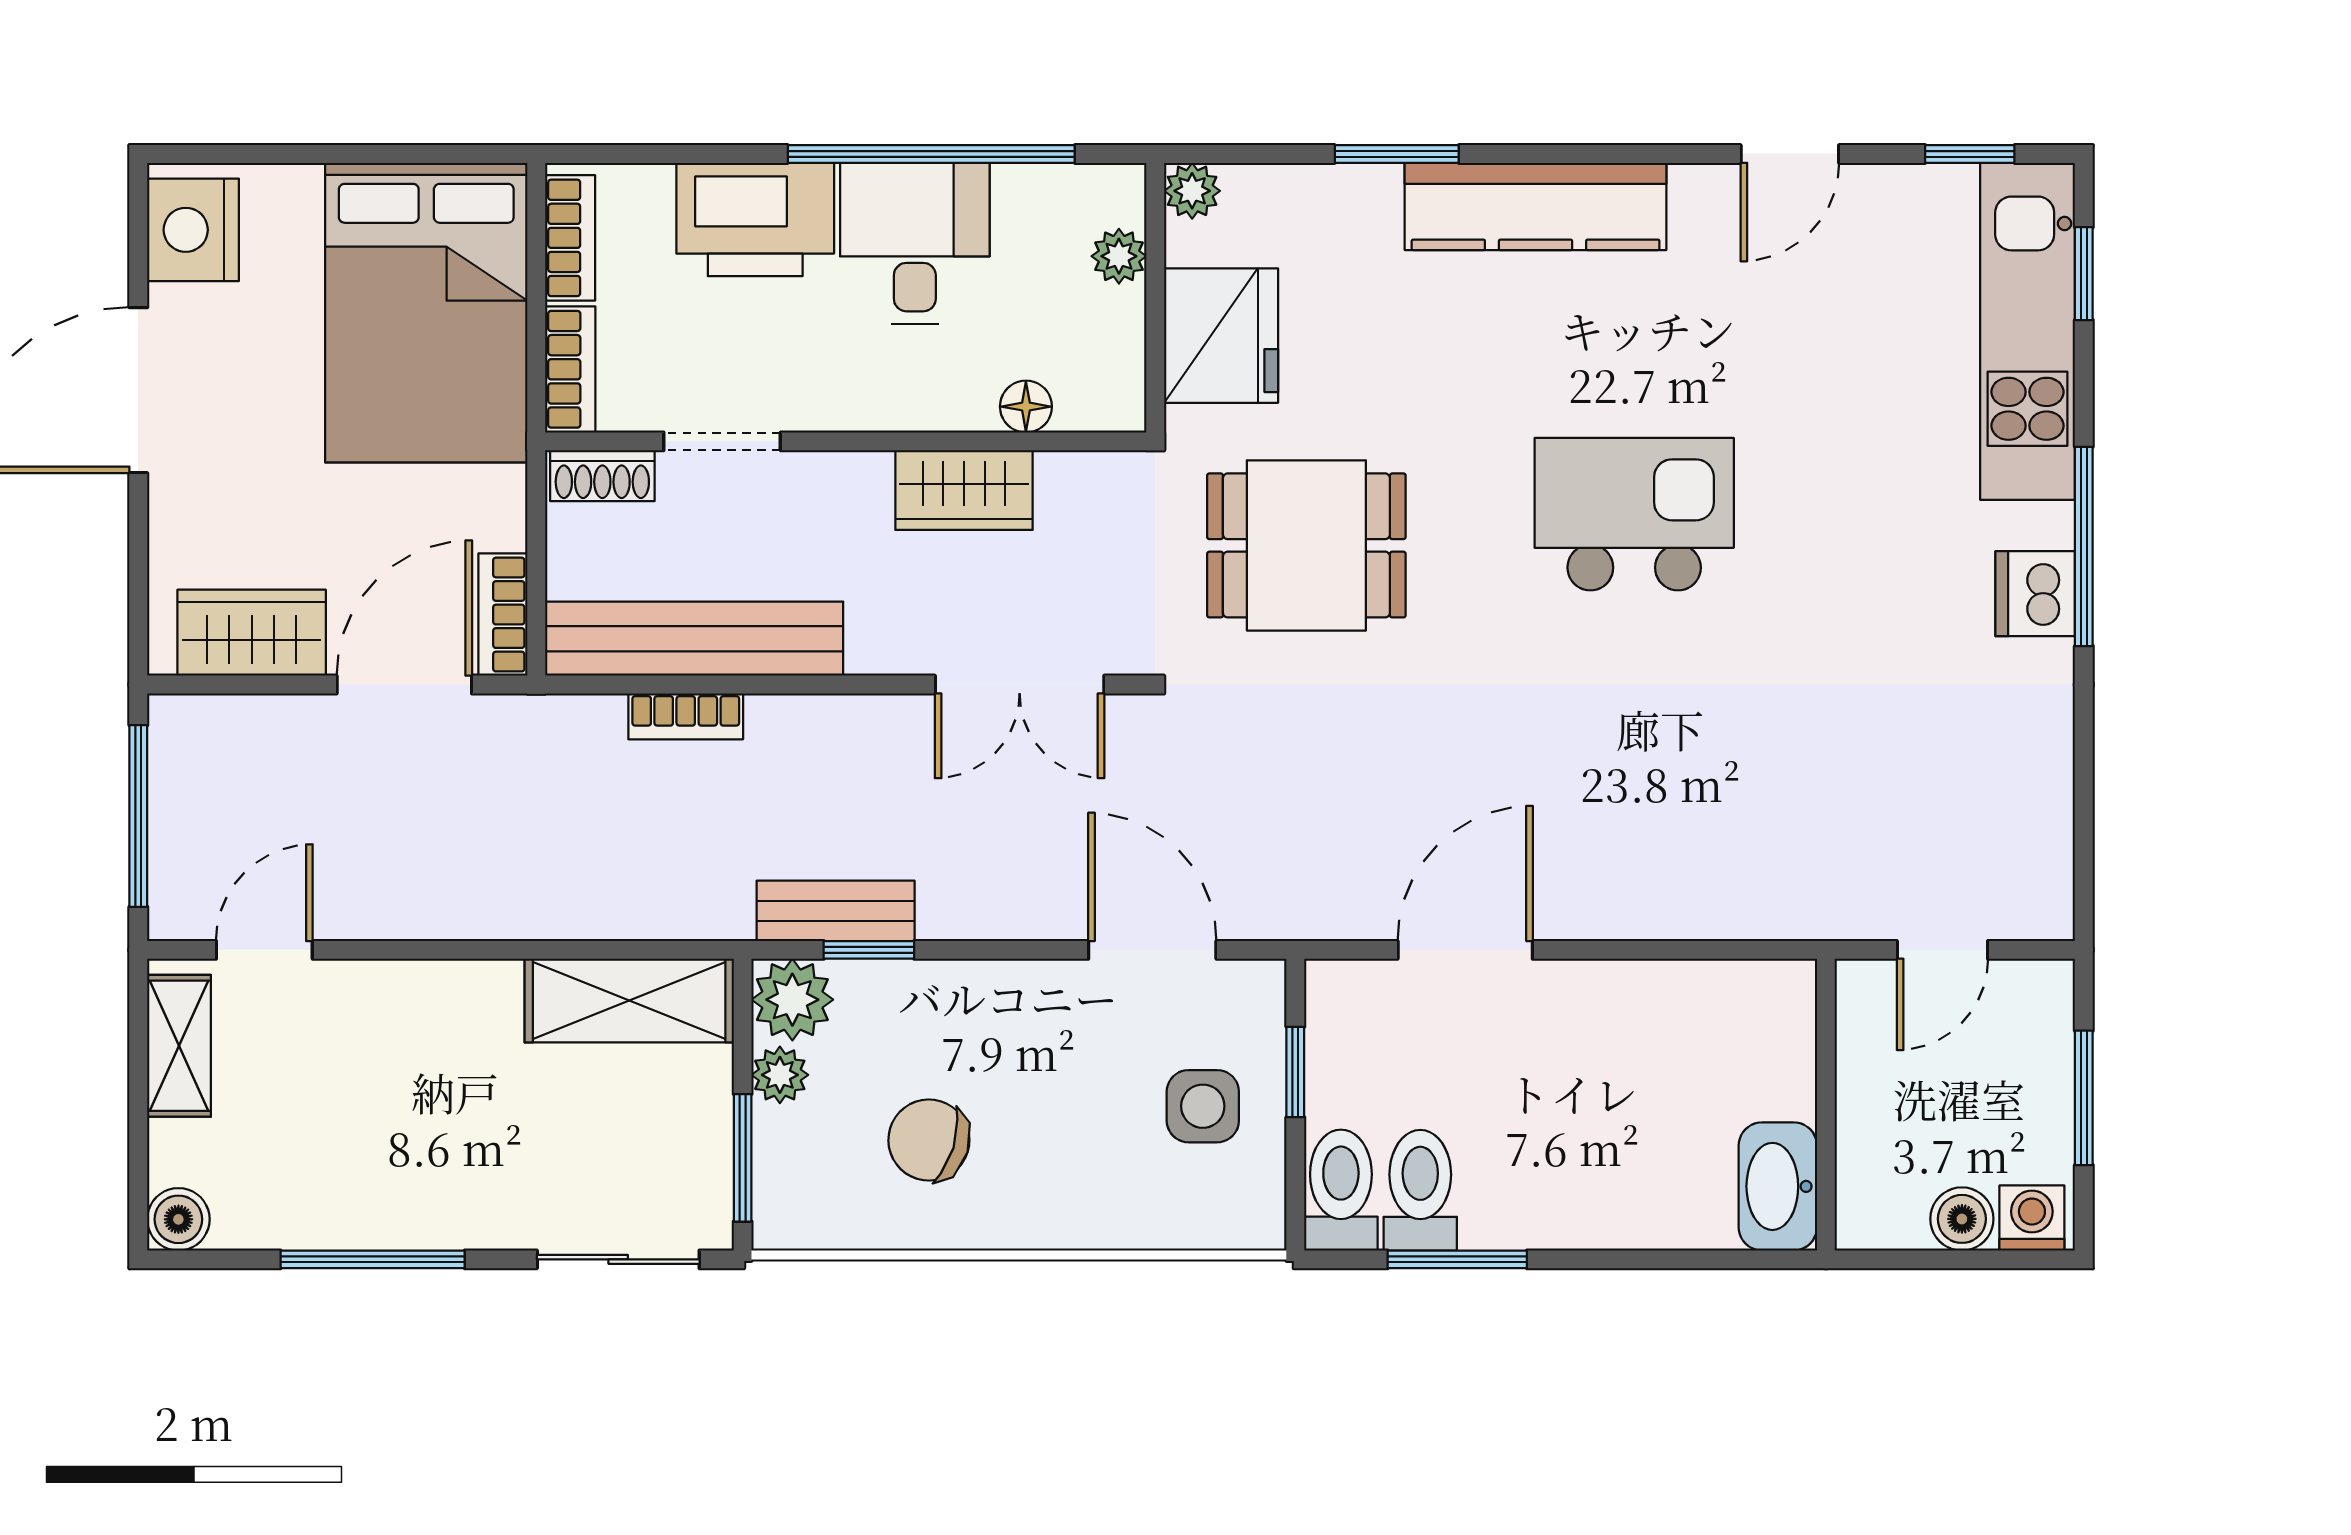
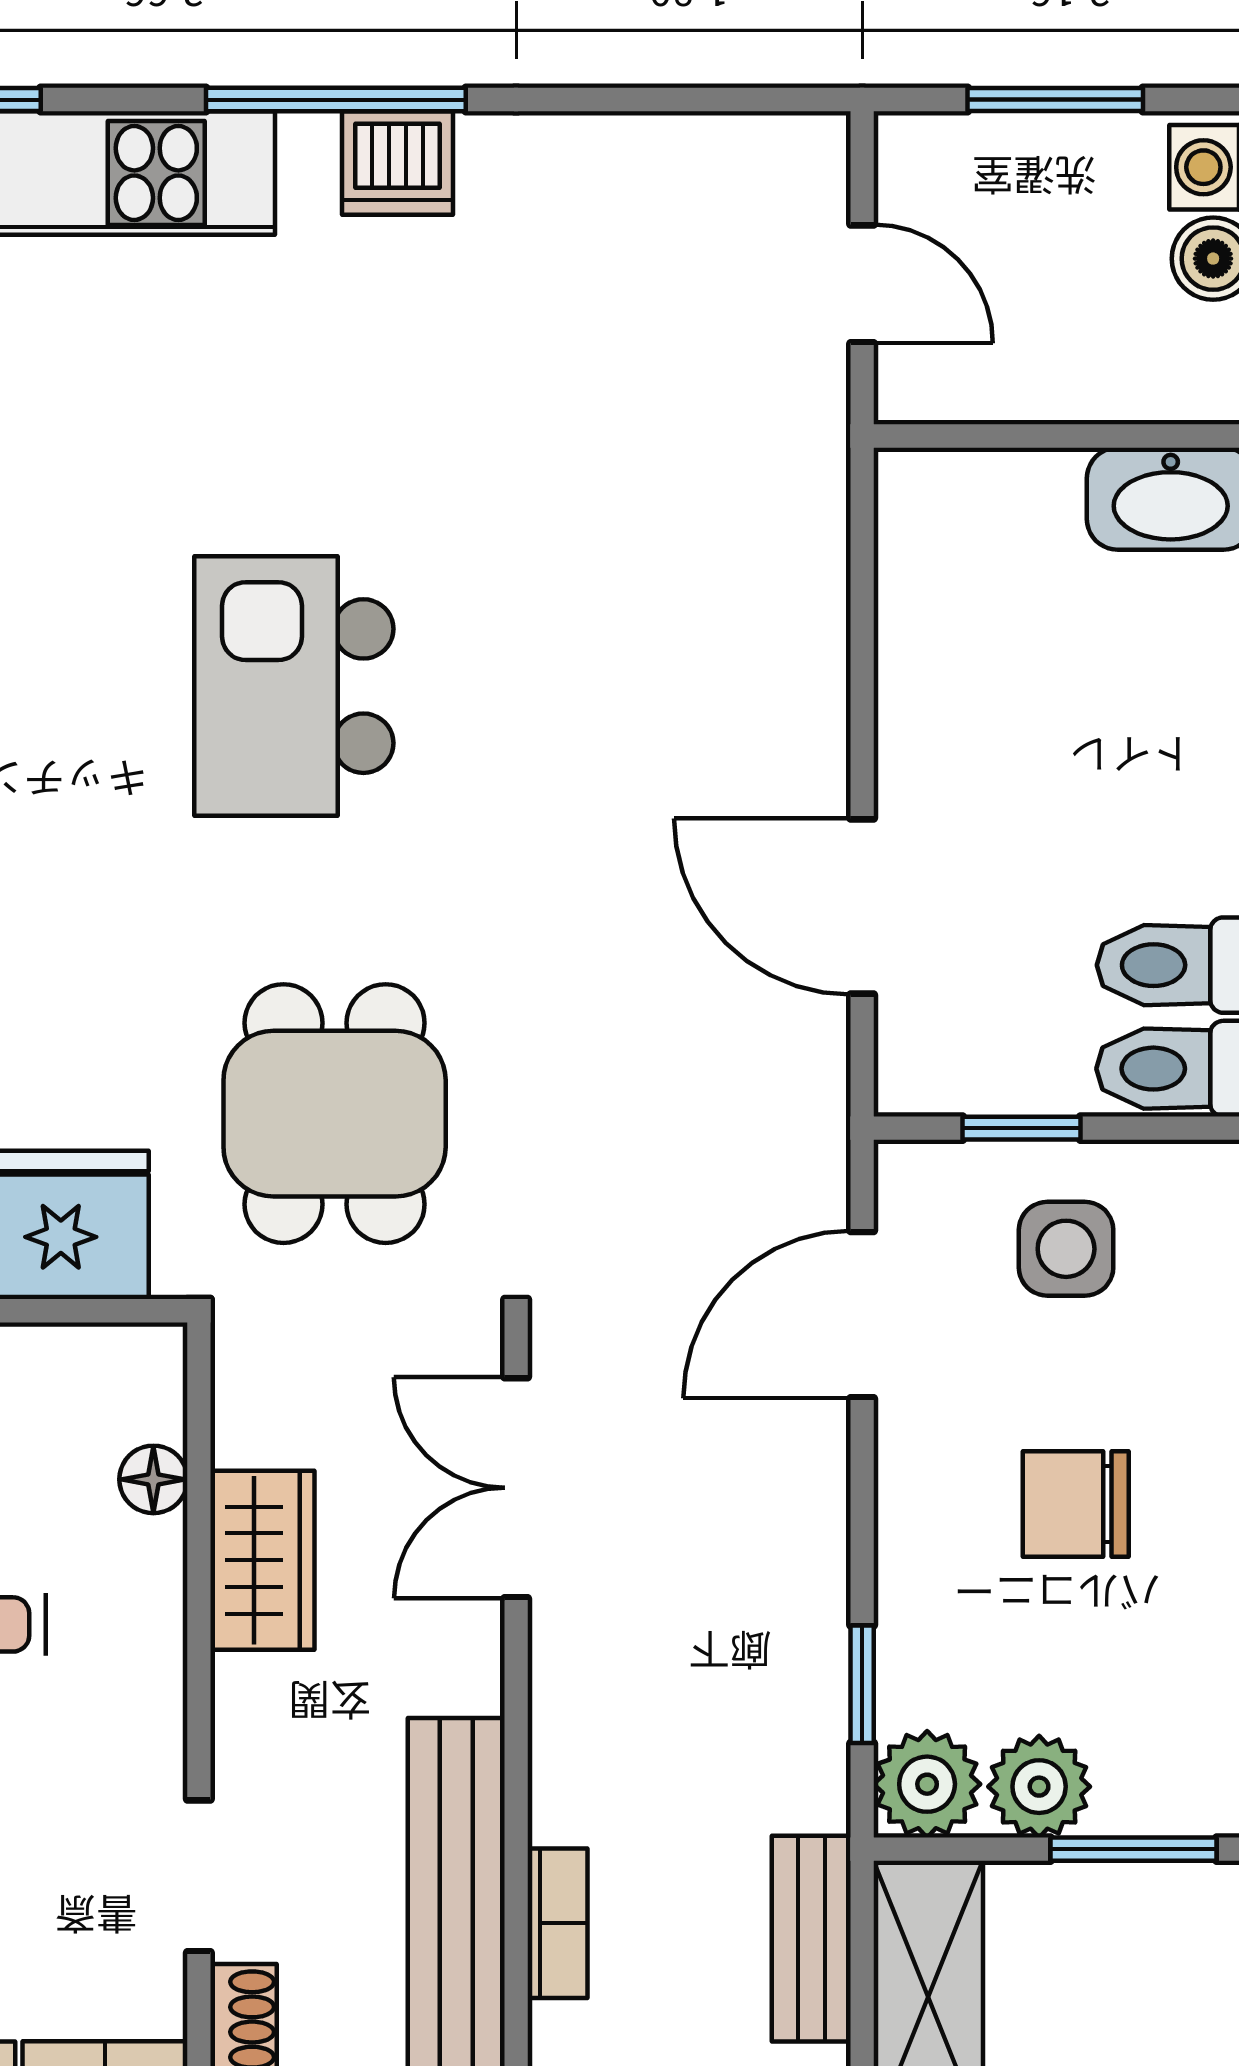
double door: (1020, 685) -> (516, 1488), swing flipped
bench: (836, 911) -> (811, 1939), moved
plant: (780, 1075) -> (1039, 1787), width x1.38, depth x1.38
chair: (929, 1140) -> (1076, 1504), moved, turned 73

